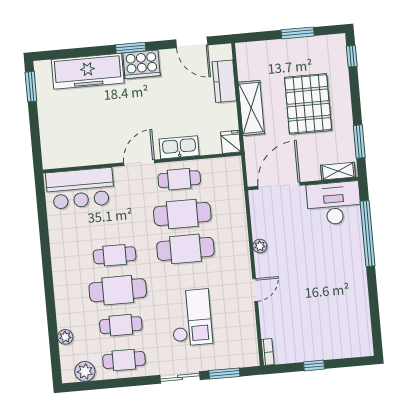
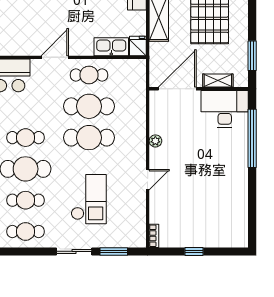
kitchen sink: (179, 147) -> (111, 47), moved
shelving: (338, 171) -> (218, 80), moved

